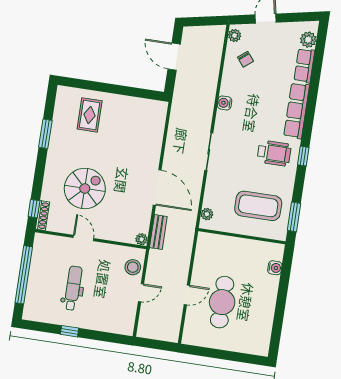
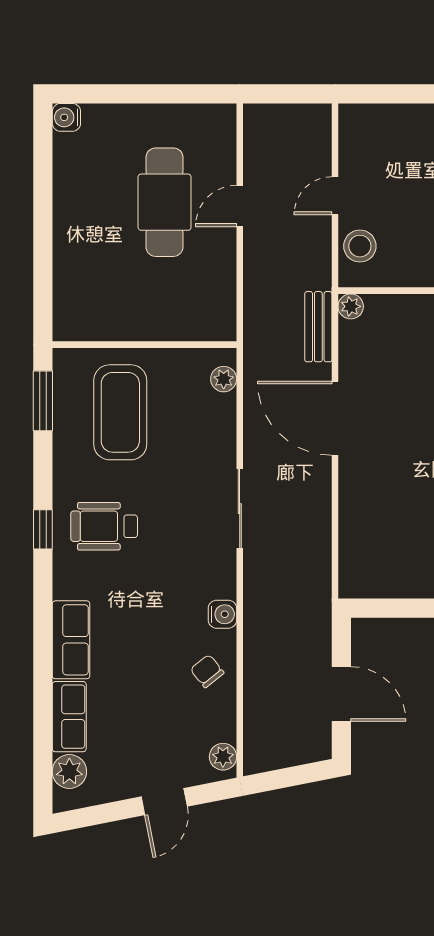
chair: (246, 59) -> (207, 671), moved
row of seats: (297, 111) -> (71, 640), width x0.68
coffee table: (258, 206) -> (120, 412), turned 90
water cooler: (275, 268) -> (66, 117), moved

